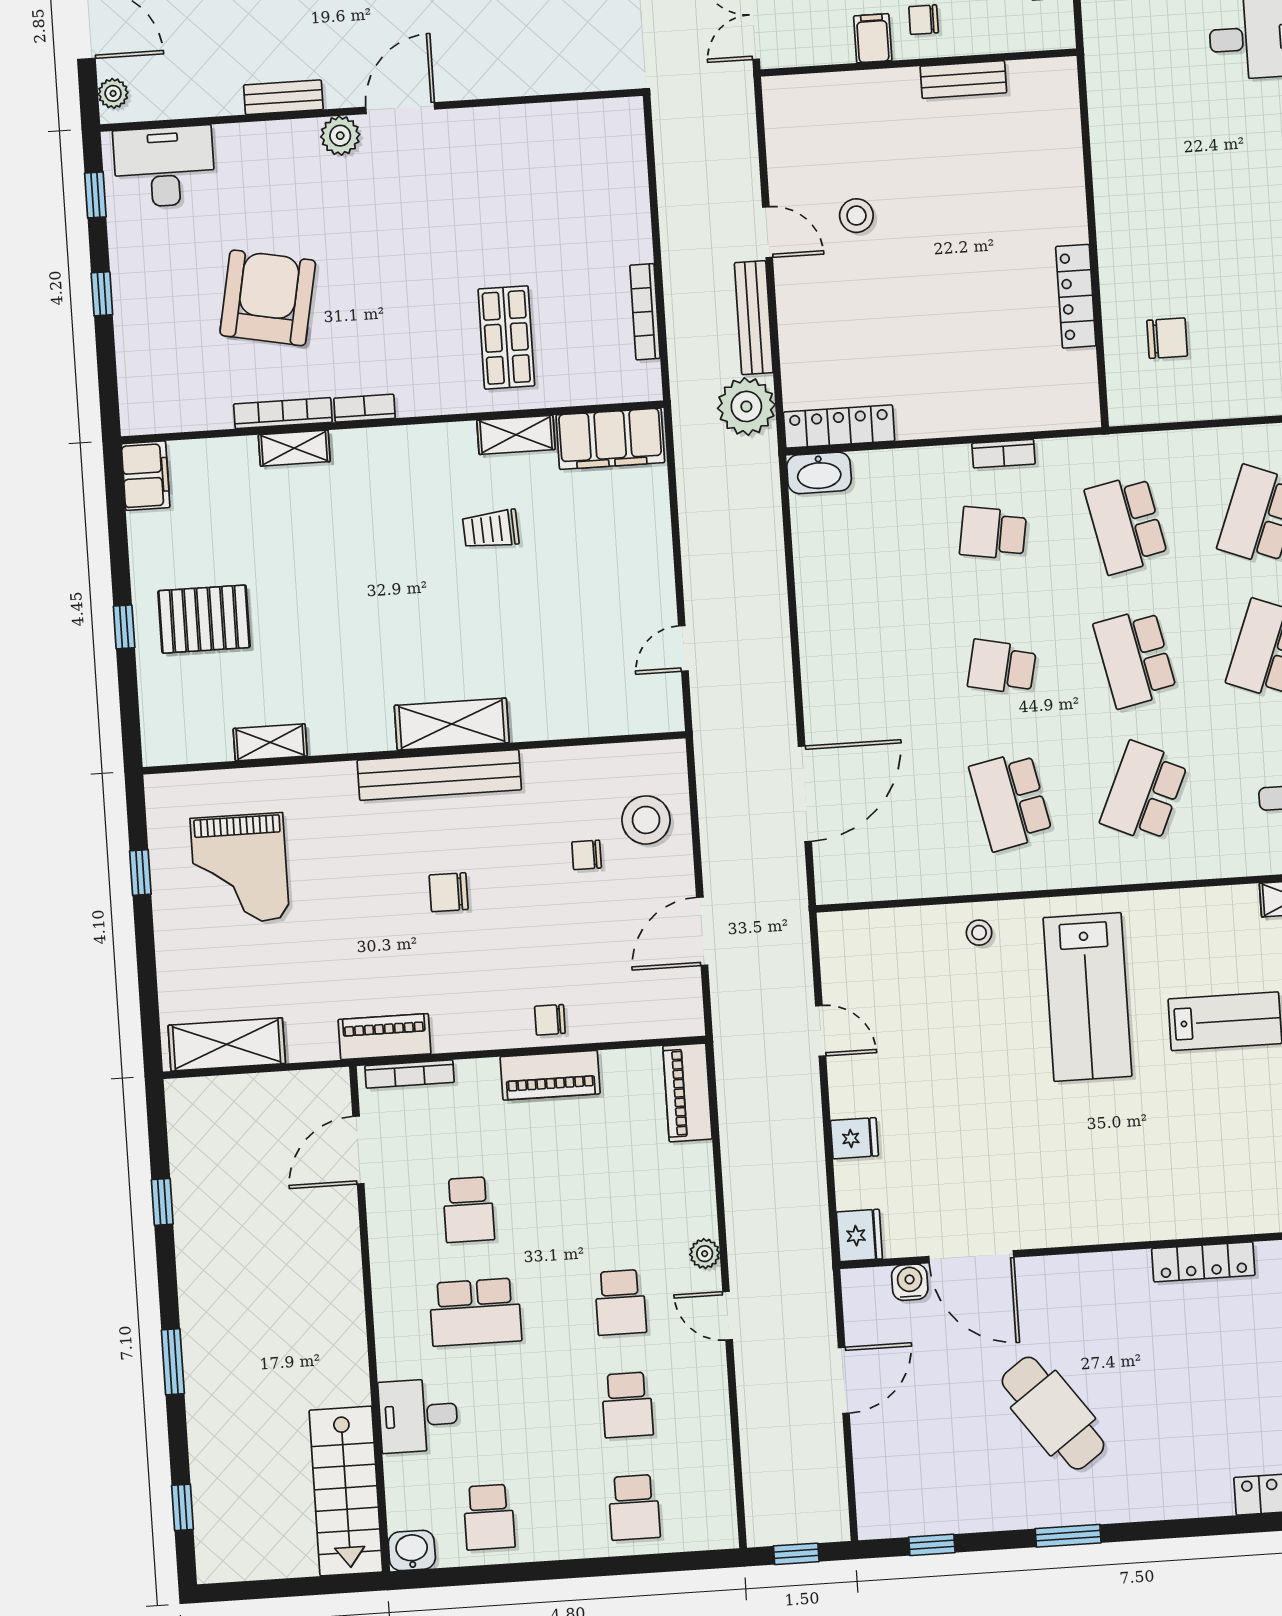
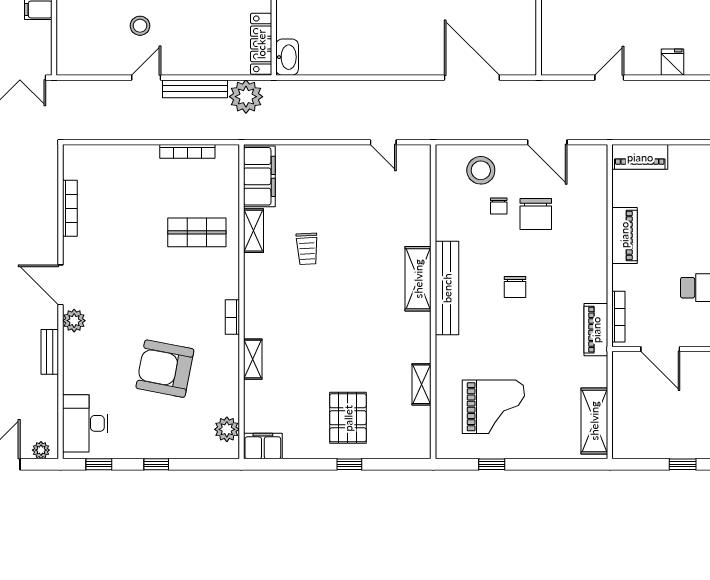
plant: (170, 411) -> (227, 429), added
bookcase: (283, 413) -> (70, 208), moved, turned 180
chair: (550, 1020) -> (536, 214), moved, width x1.87, depth x1.87

